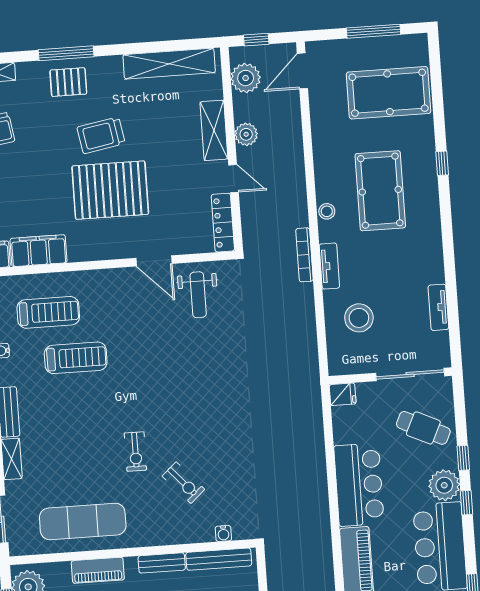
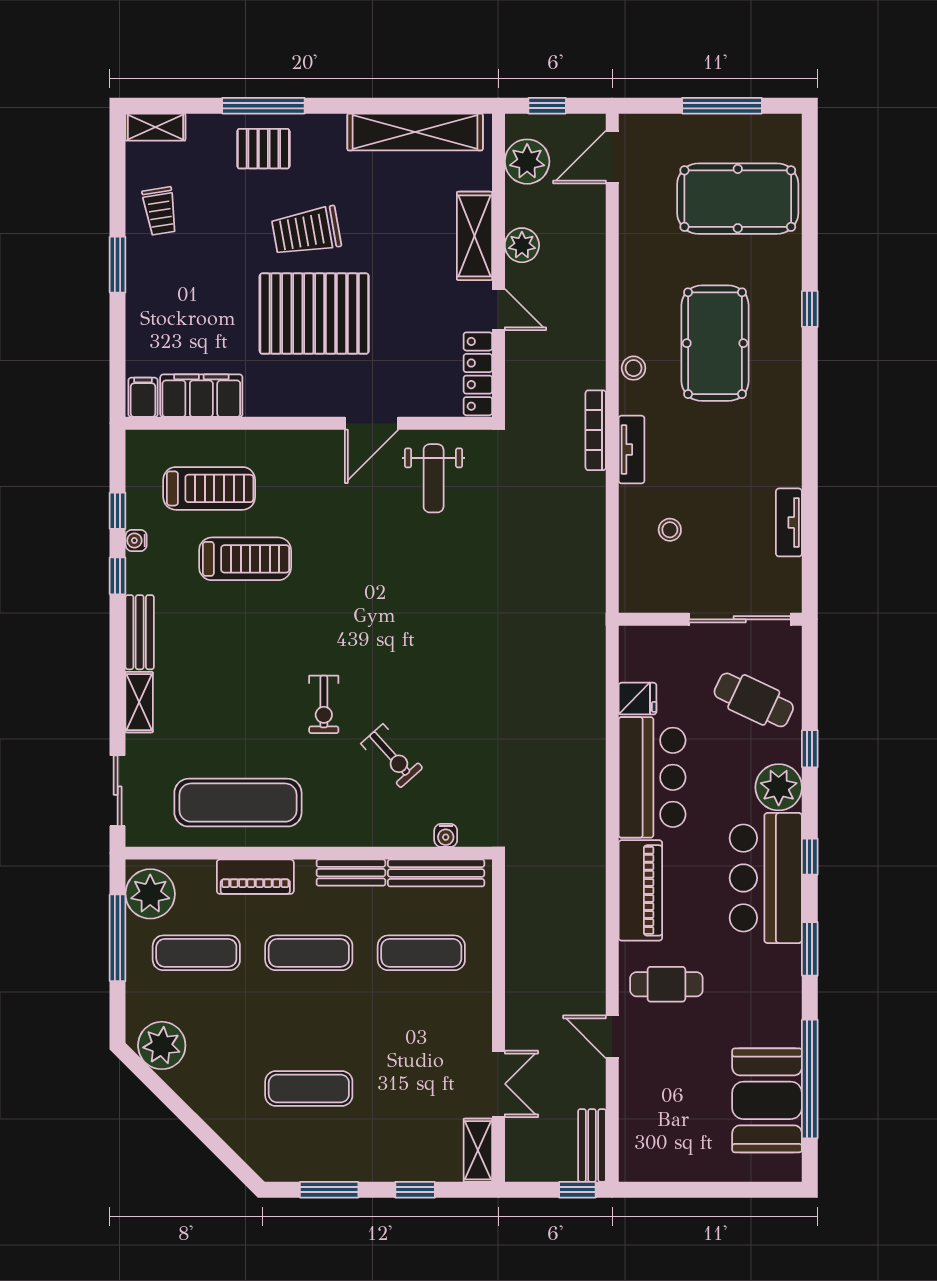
door: (154, 261) -> (372, 423), hinge flipped
stool: (359, 318) -> (670, 530), width x0.53, depth x0.53
fridge: (343, 394) -> (638, 699), moved
window: (466, 503) -> (810, 857), moved

